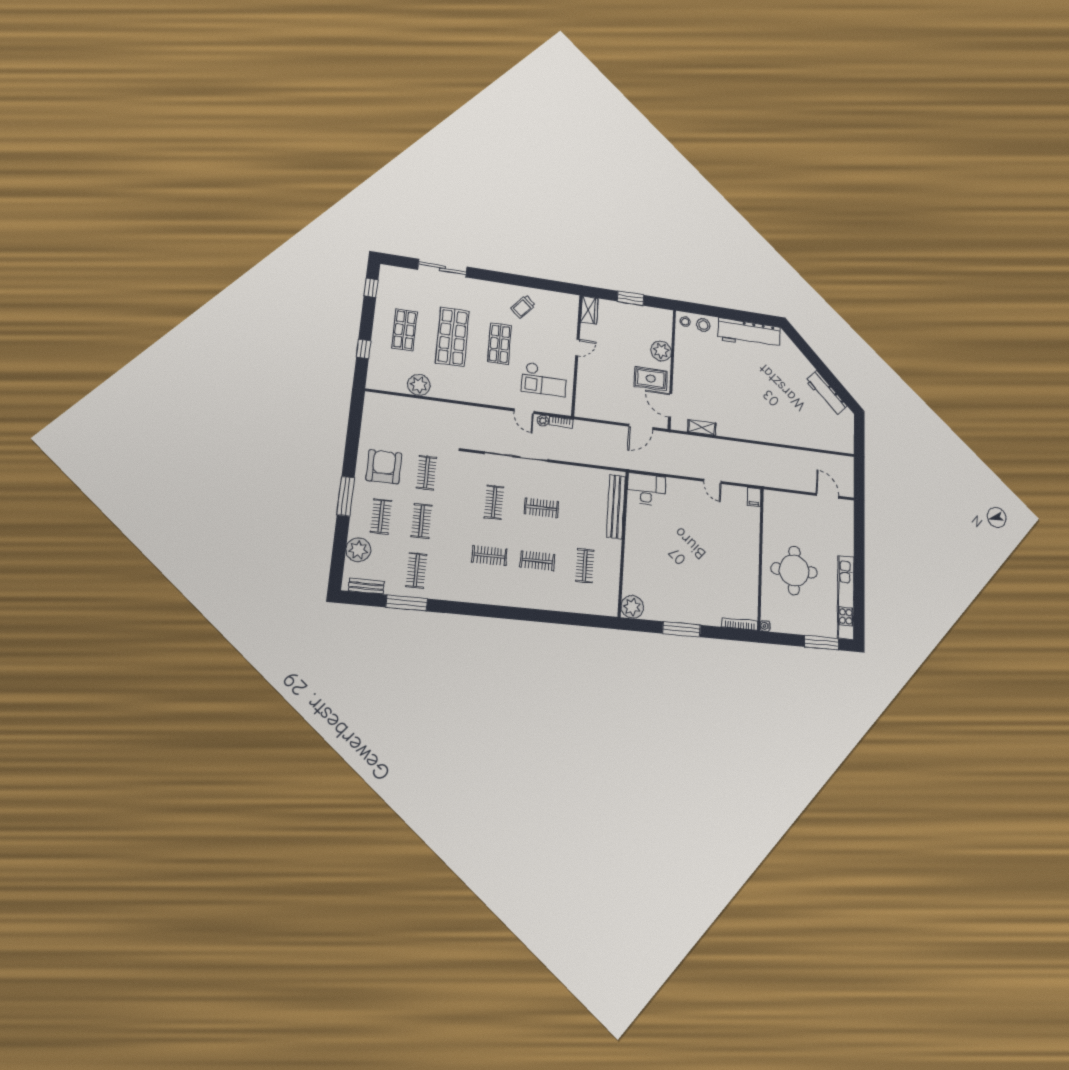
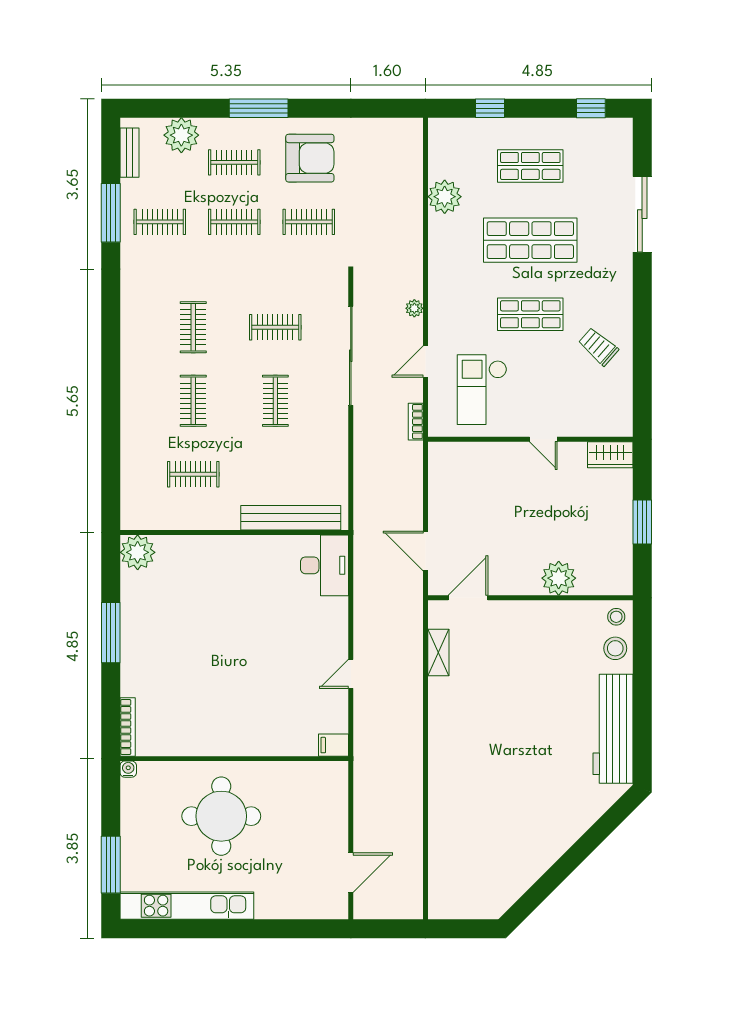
rug: (651, 379) -> (509, 563), removed
workbench: (826, 393) -> (528, 869), removed
plant: (543, 421) -> (414, 308), moved

